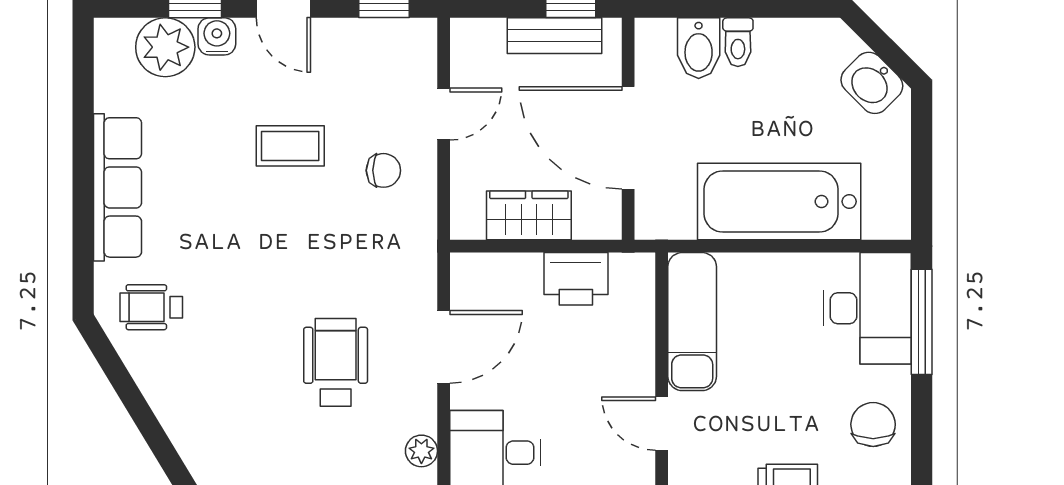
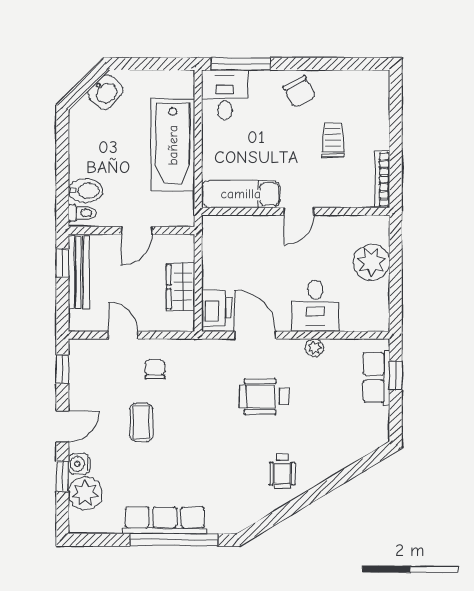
bench: (554, 36) -> (79, 272), width x1.36
toilet: (738, 42) -> (82, 213), moved
door: (628, 138) -> (137, 230), width x0.53
window: (83, 204) -> (174, 540), added
printer: (576, 279) -> (217, 308), moved
wheelchair: (151, 307) -> (282, 471), moved
desk: (867, 308) -> (225, 95), width x0.73
chair: (873, 424) -> (299, 91), turned -118

